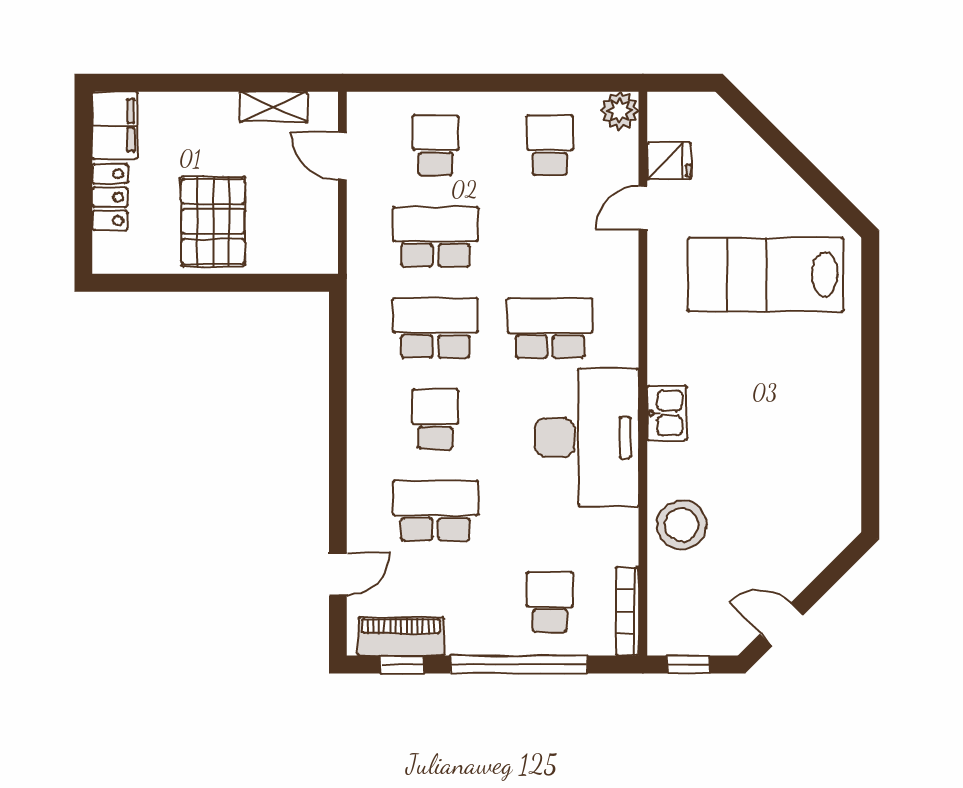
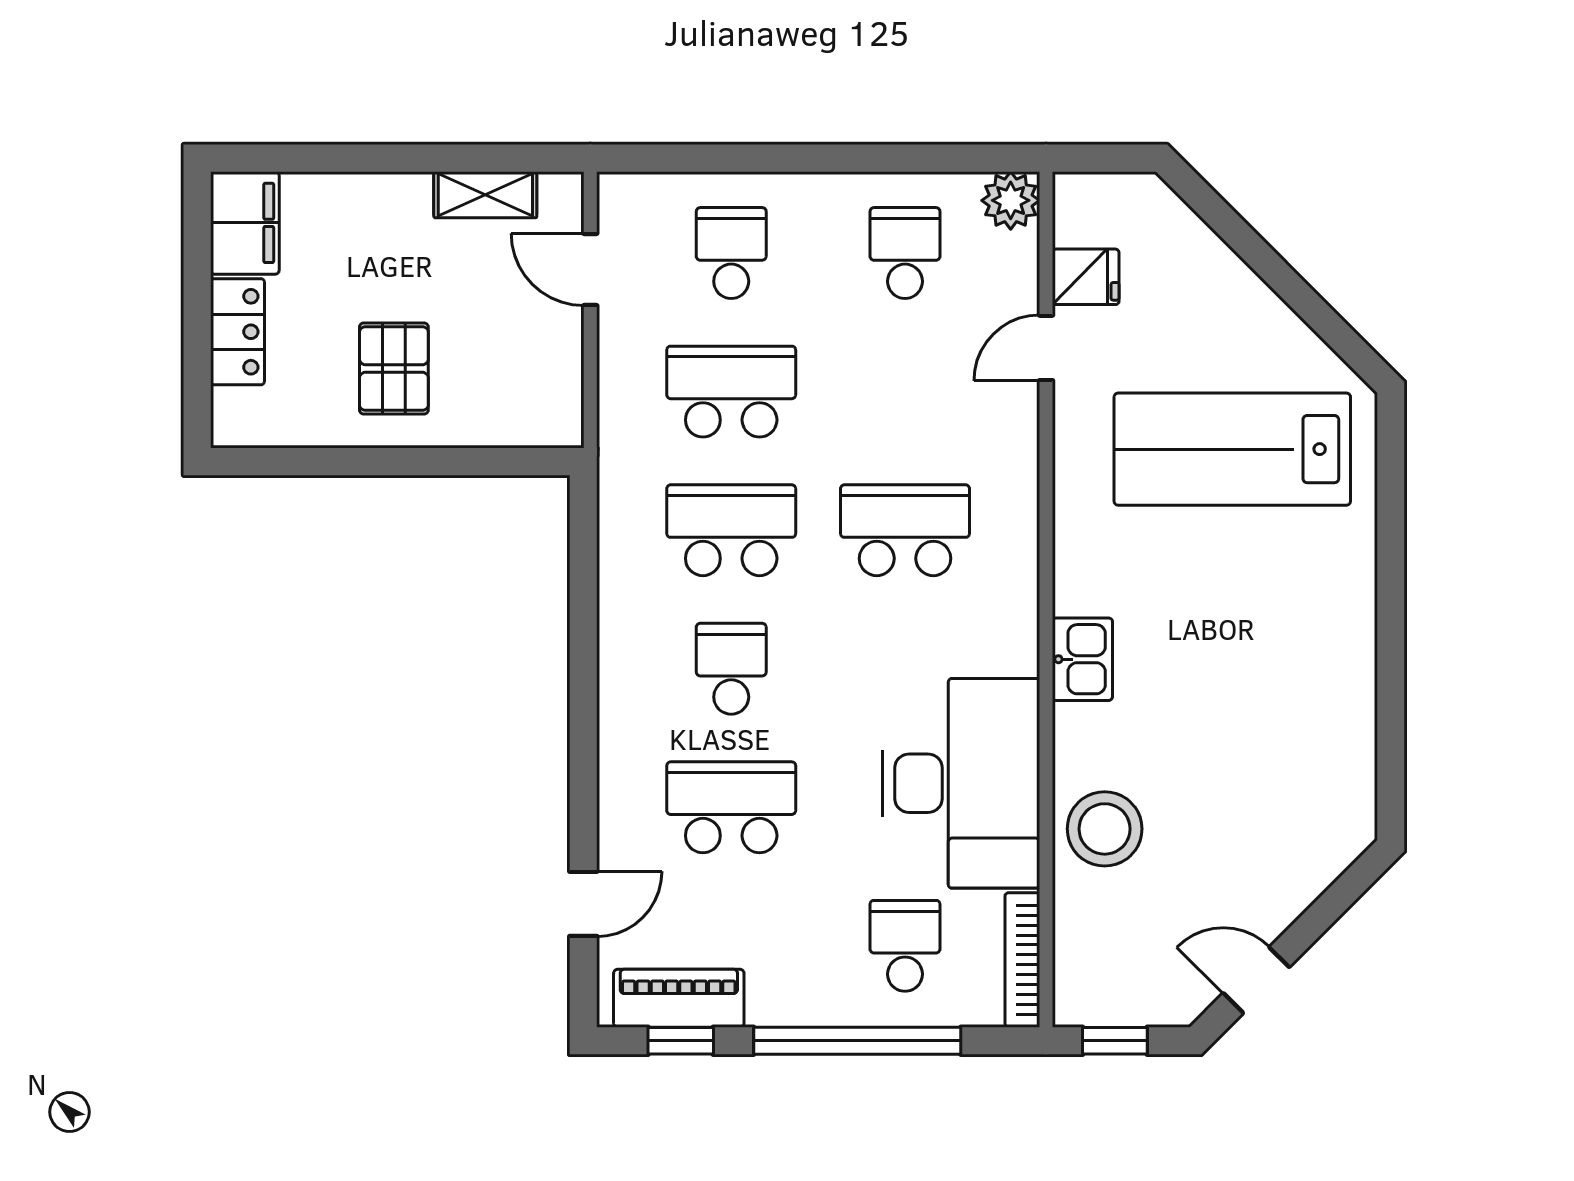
pallet: (213, 221) -> (394, 369), width x0.67, depth x0.71
desk: (587, 438) -> (961, 783), moved

